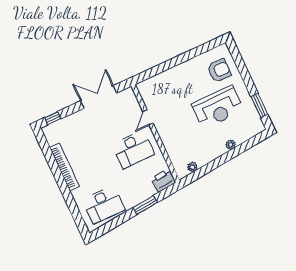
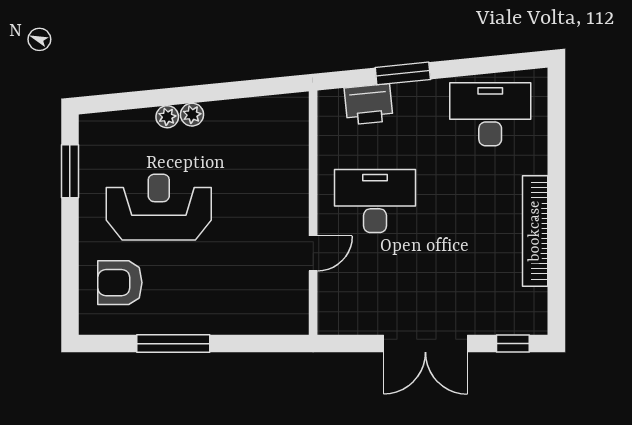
window: (187, 56) -> (173, 344), added
double door: (99, 97) -> (425, 344), moved
plant: (192, 167) -> (192, 115), moved
printer: (163, 181) -> (369, 104), moved

